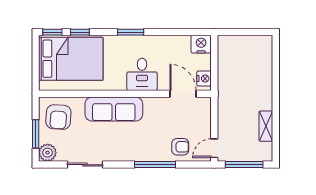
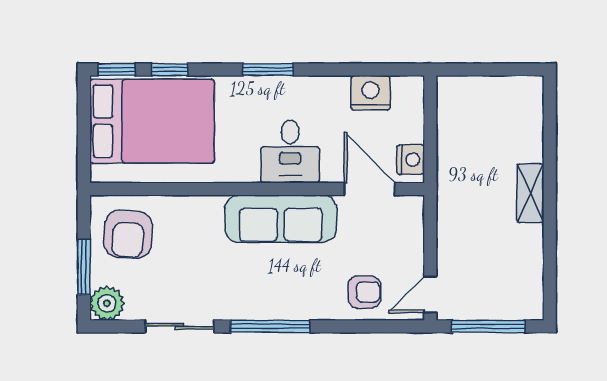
nightstand: (201, 44) -> (370, 93), moved
sofa: (114, 109) -> (281, 219), moved
shelving: (266, 126) -> (530, 193), moved
window: (155, 165) -> (270, 326), moved

